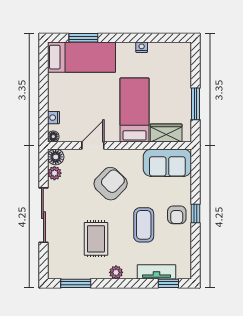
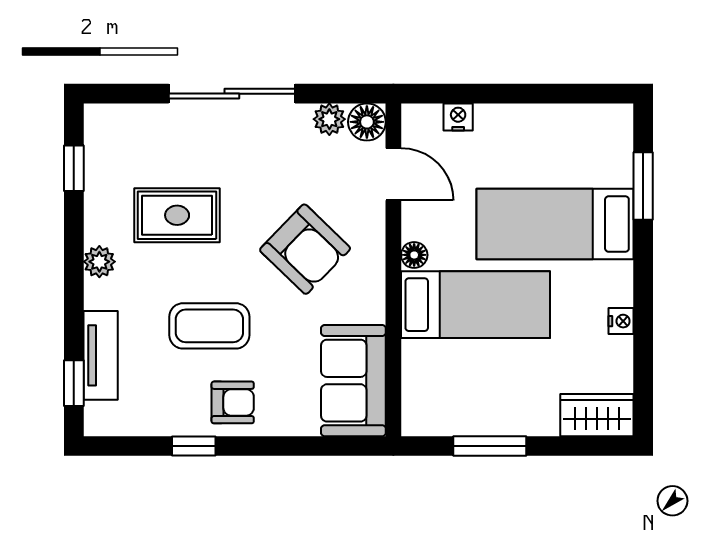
bed: (81, 57) -> (555, 224), moved, turned 90
wardrobe: (166, 133) -> (597, 415), moved, turned -90
floor lamp: (53, 137) -> (414, 255), moved
door: (93, 146) -> (393, 174), moved
window: (196, 213) -> (194, 446), moved
armchair: (177, 215) -> (233, 402), turned 180
window: (76, 283) -> (74, 168), width x0.67

